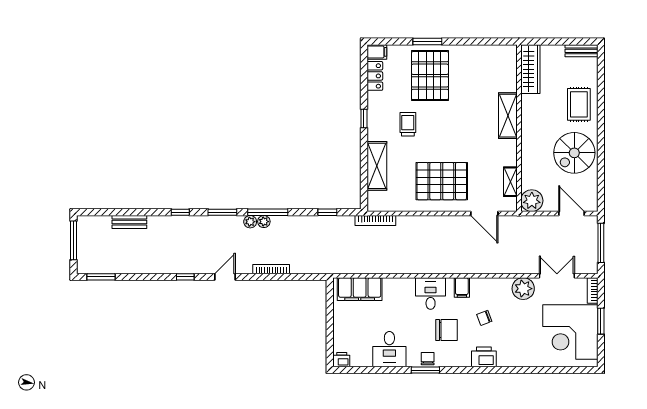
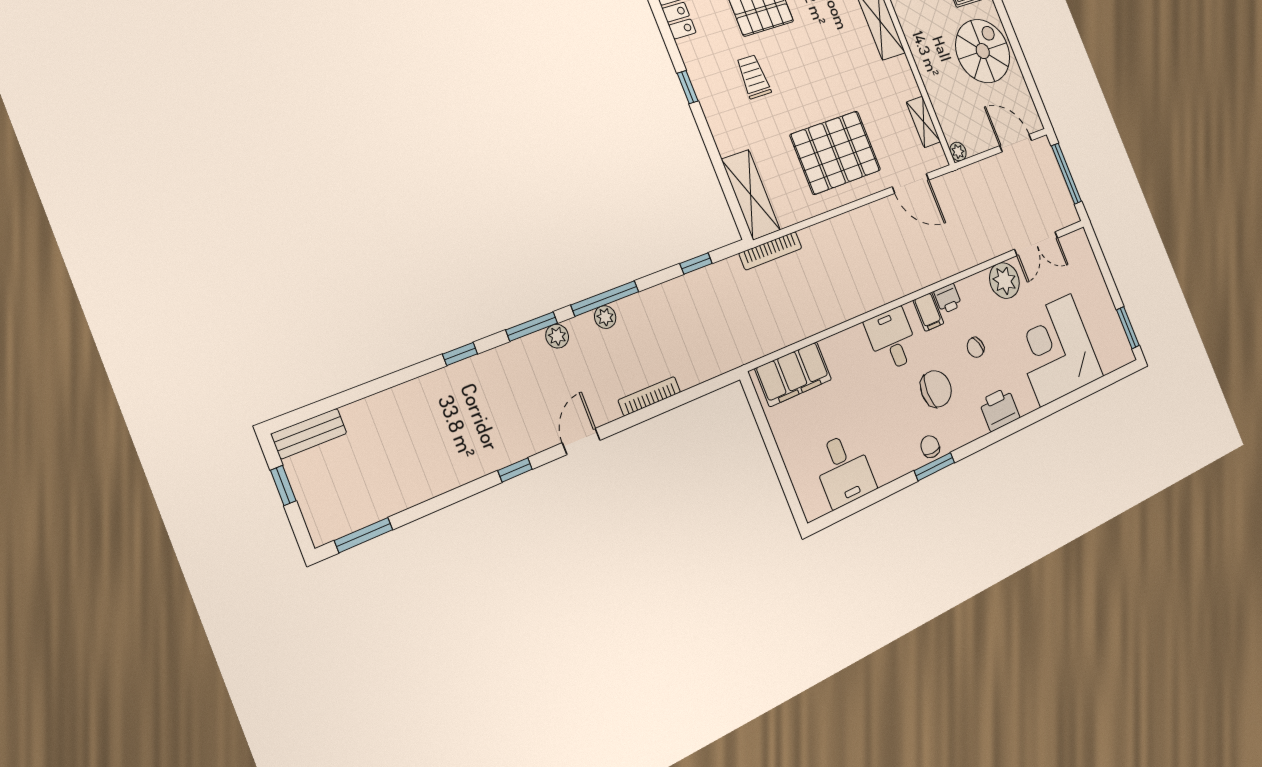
spiral stairs: (574, 153) -> (983, 51), turned 180
shelving: (377, 166) -> (751, 195), moved
plant: (532, 201) -> (958, 152), width x0.53, depth x0.53
bench: (129, 222) -> (309, 434), moved
plant: (250, 222) -> (557, 336), moved
window: (74, 240) -> (283, 486), width x0.46
double door: (557, 276) -> (1036, 244), swing flipped
bookcase: (593, 290) -> (1085, 248), removed
window: (601, 321) -> (1128, 328), moved
corner desk: (570, 332) -> (1056, 350), moved, turned 90
desk: (389, 349) -> (844, 470), moved
printer: (342, 360) -> (948, 298), moved, turned 180

